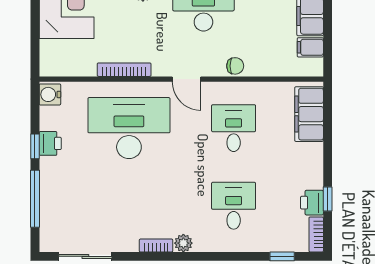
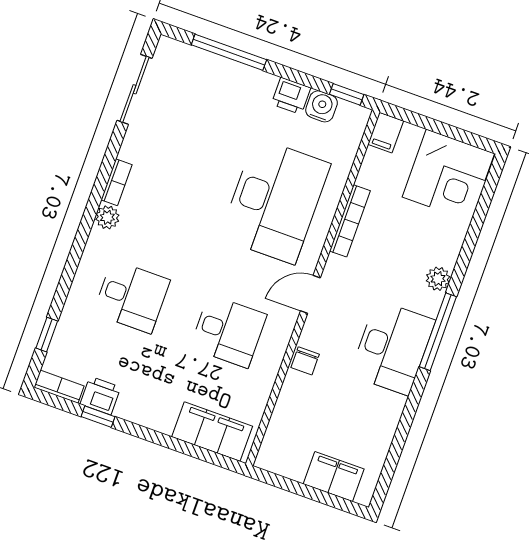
filing cabinet: (310, 47) -> (386, 133), moved, turned 180
water cooler: (50, 94) -> (322, 106), moved
window: (35, 146) -> (347, 94), moved

